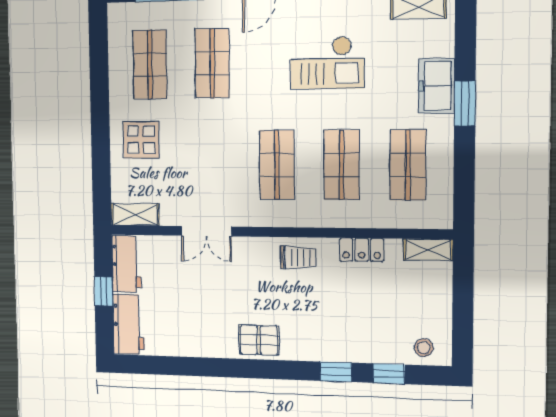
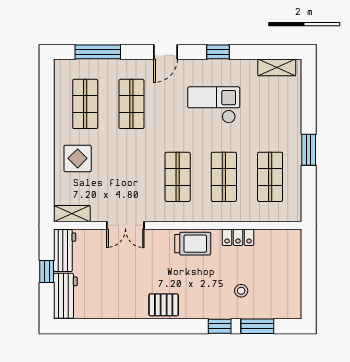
checkout: (327, 63) -> (214, 105), turned 180
freezer: (436, 86) -> (289, 122), removed
window: (465, 104) -> (309, 150), moved
shelving: (428, 250) -> (285, 237), removed
trolley: (298, 258) -> (193, 244), width x1.36, depth x1.39
stool: (424, 348) -> (241, 291), moved
window: (389, 374) -> (257, 326), width x1.50

